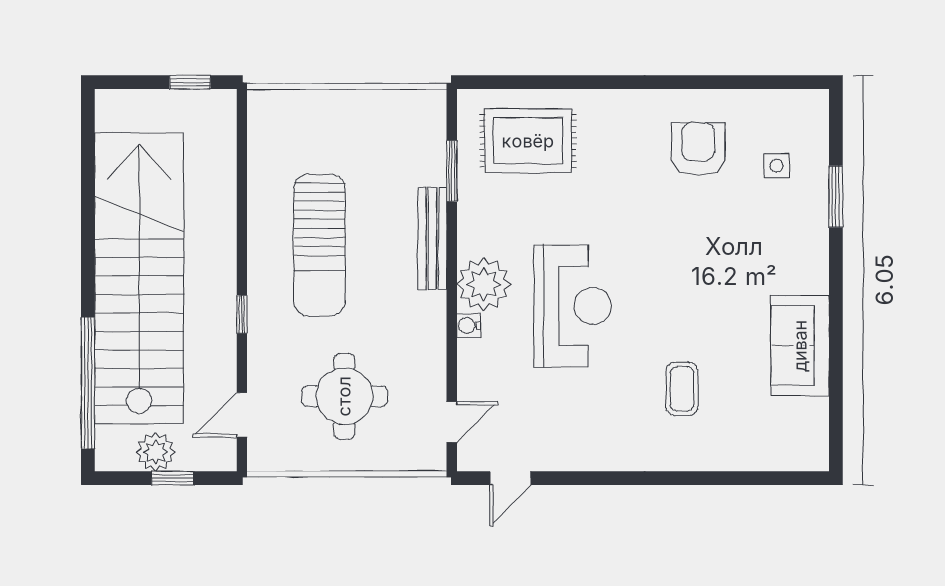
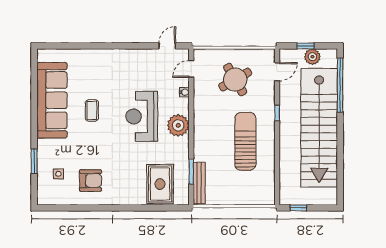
rug: (528, 141) -> (160, 184), turned 90
armchair: (698, 149) -> (90, 181), turned -90
bench: (432, 238) -> (199, 183), moved
water cooler: (469, 326) -> (184, 92), moved
sofa: (800, 346) -> (52, 100), width x1.85, depth x1.27
coffee table: (682, 389) -> (92, 110), moved
round table: (344, 396) -> (235, 80), turned -30

